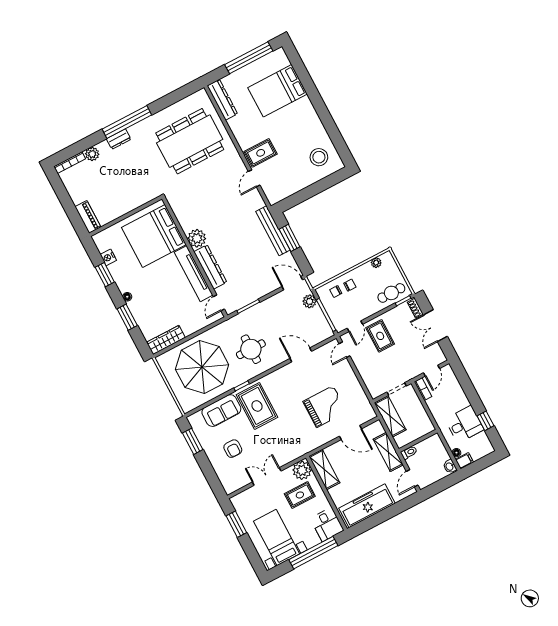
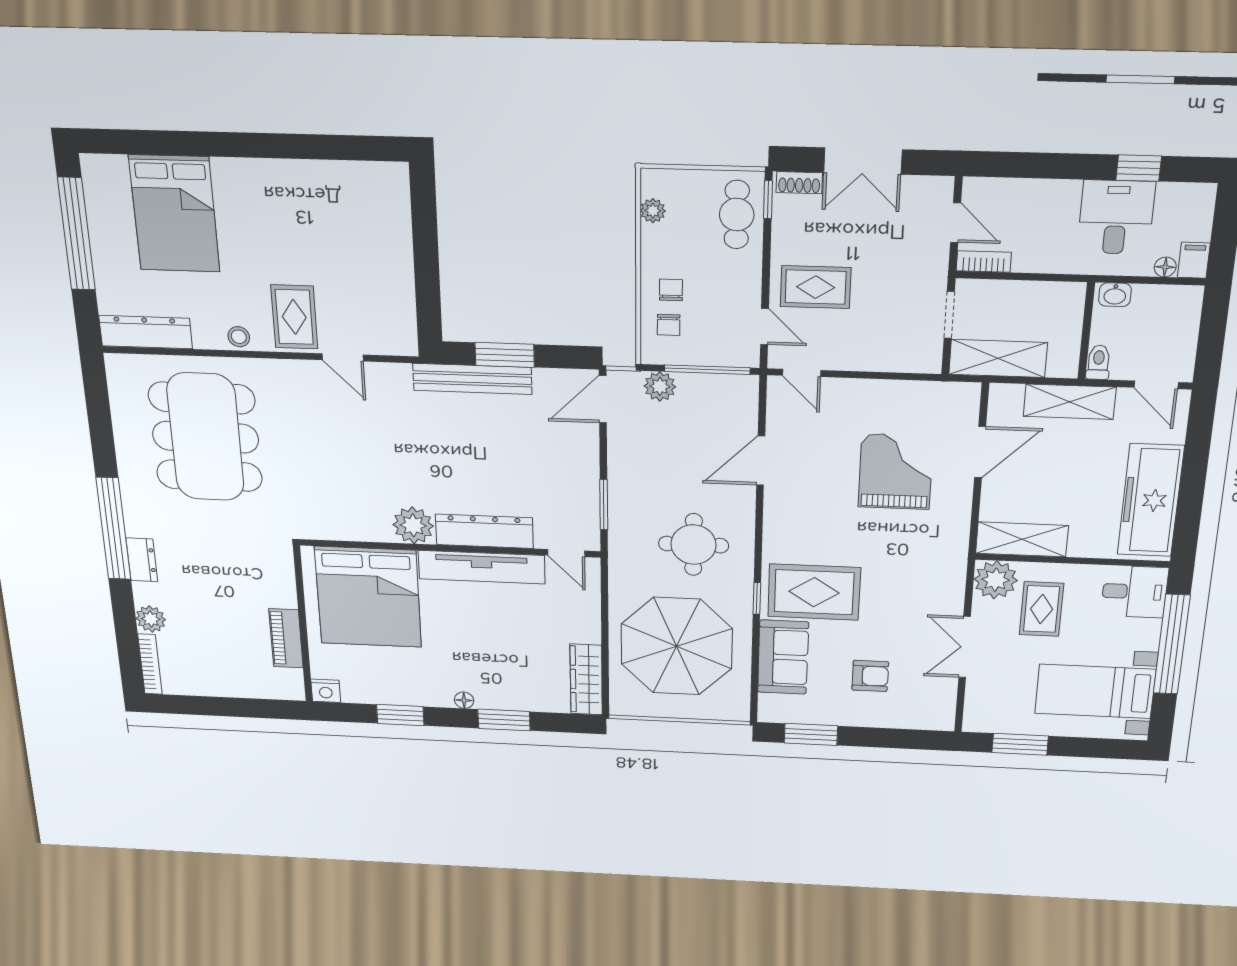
stool: (319, 157) -> (239, 337), moved, width x0.53, depth x0.53
piano: (88, 217) -> (286, 638), moved, turned -90
nightstand: (108, 257) -> (326, 691), moved
washbasin: (450, 466) -> (1115, 295), moved

